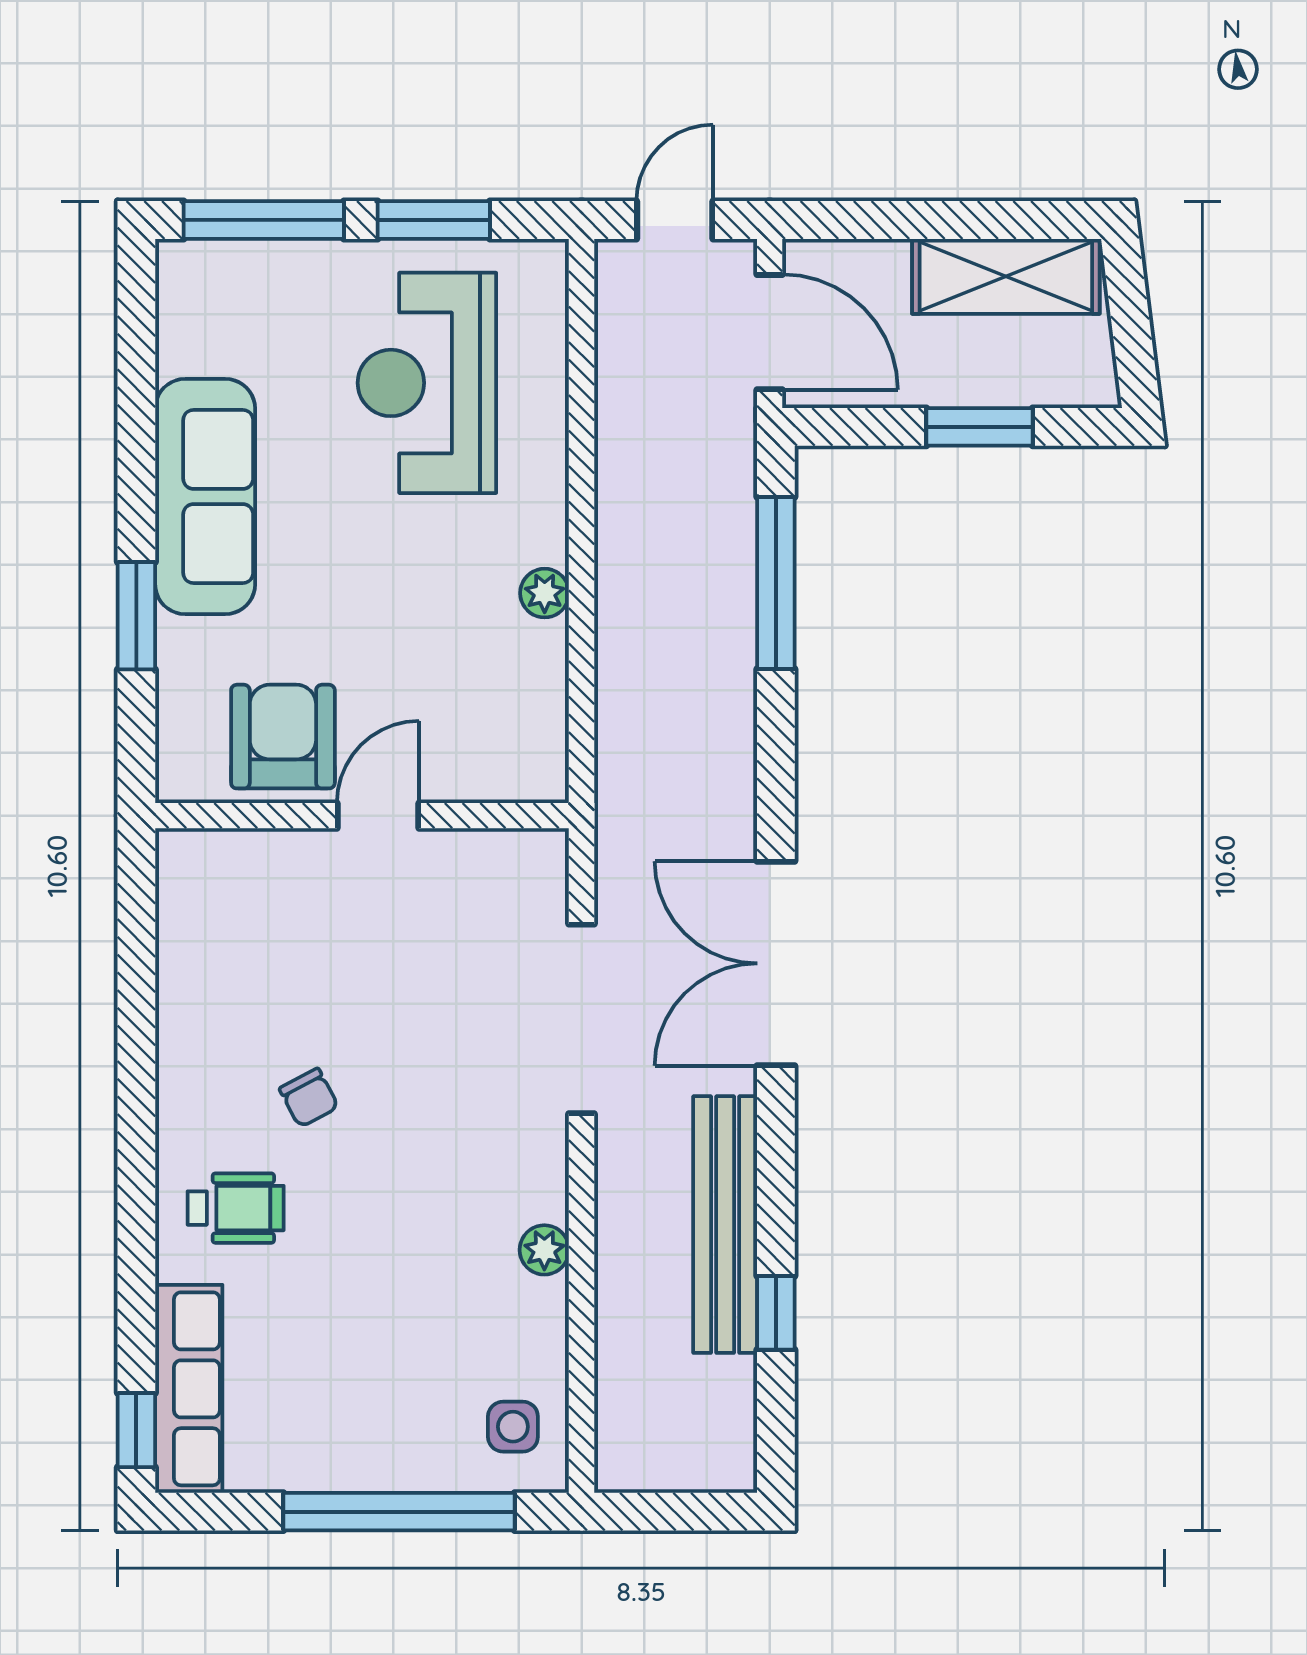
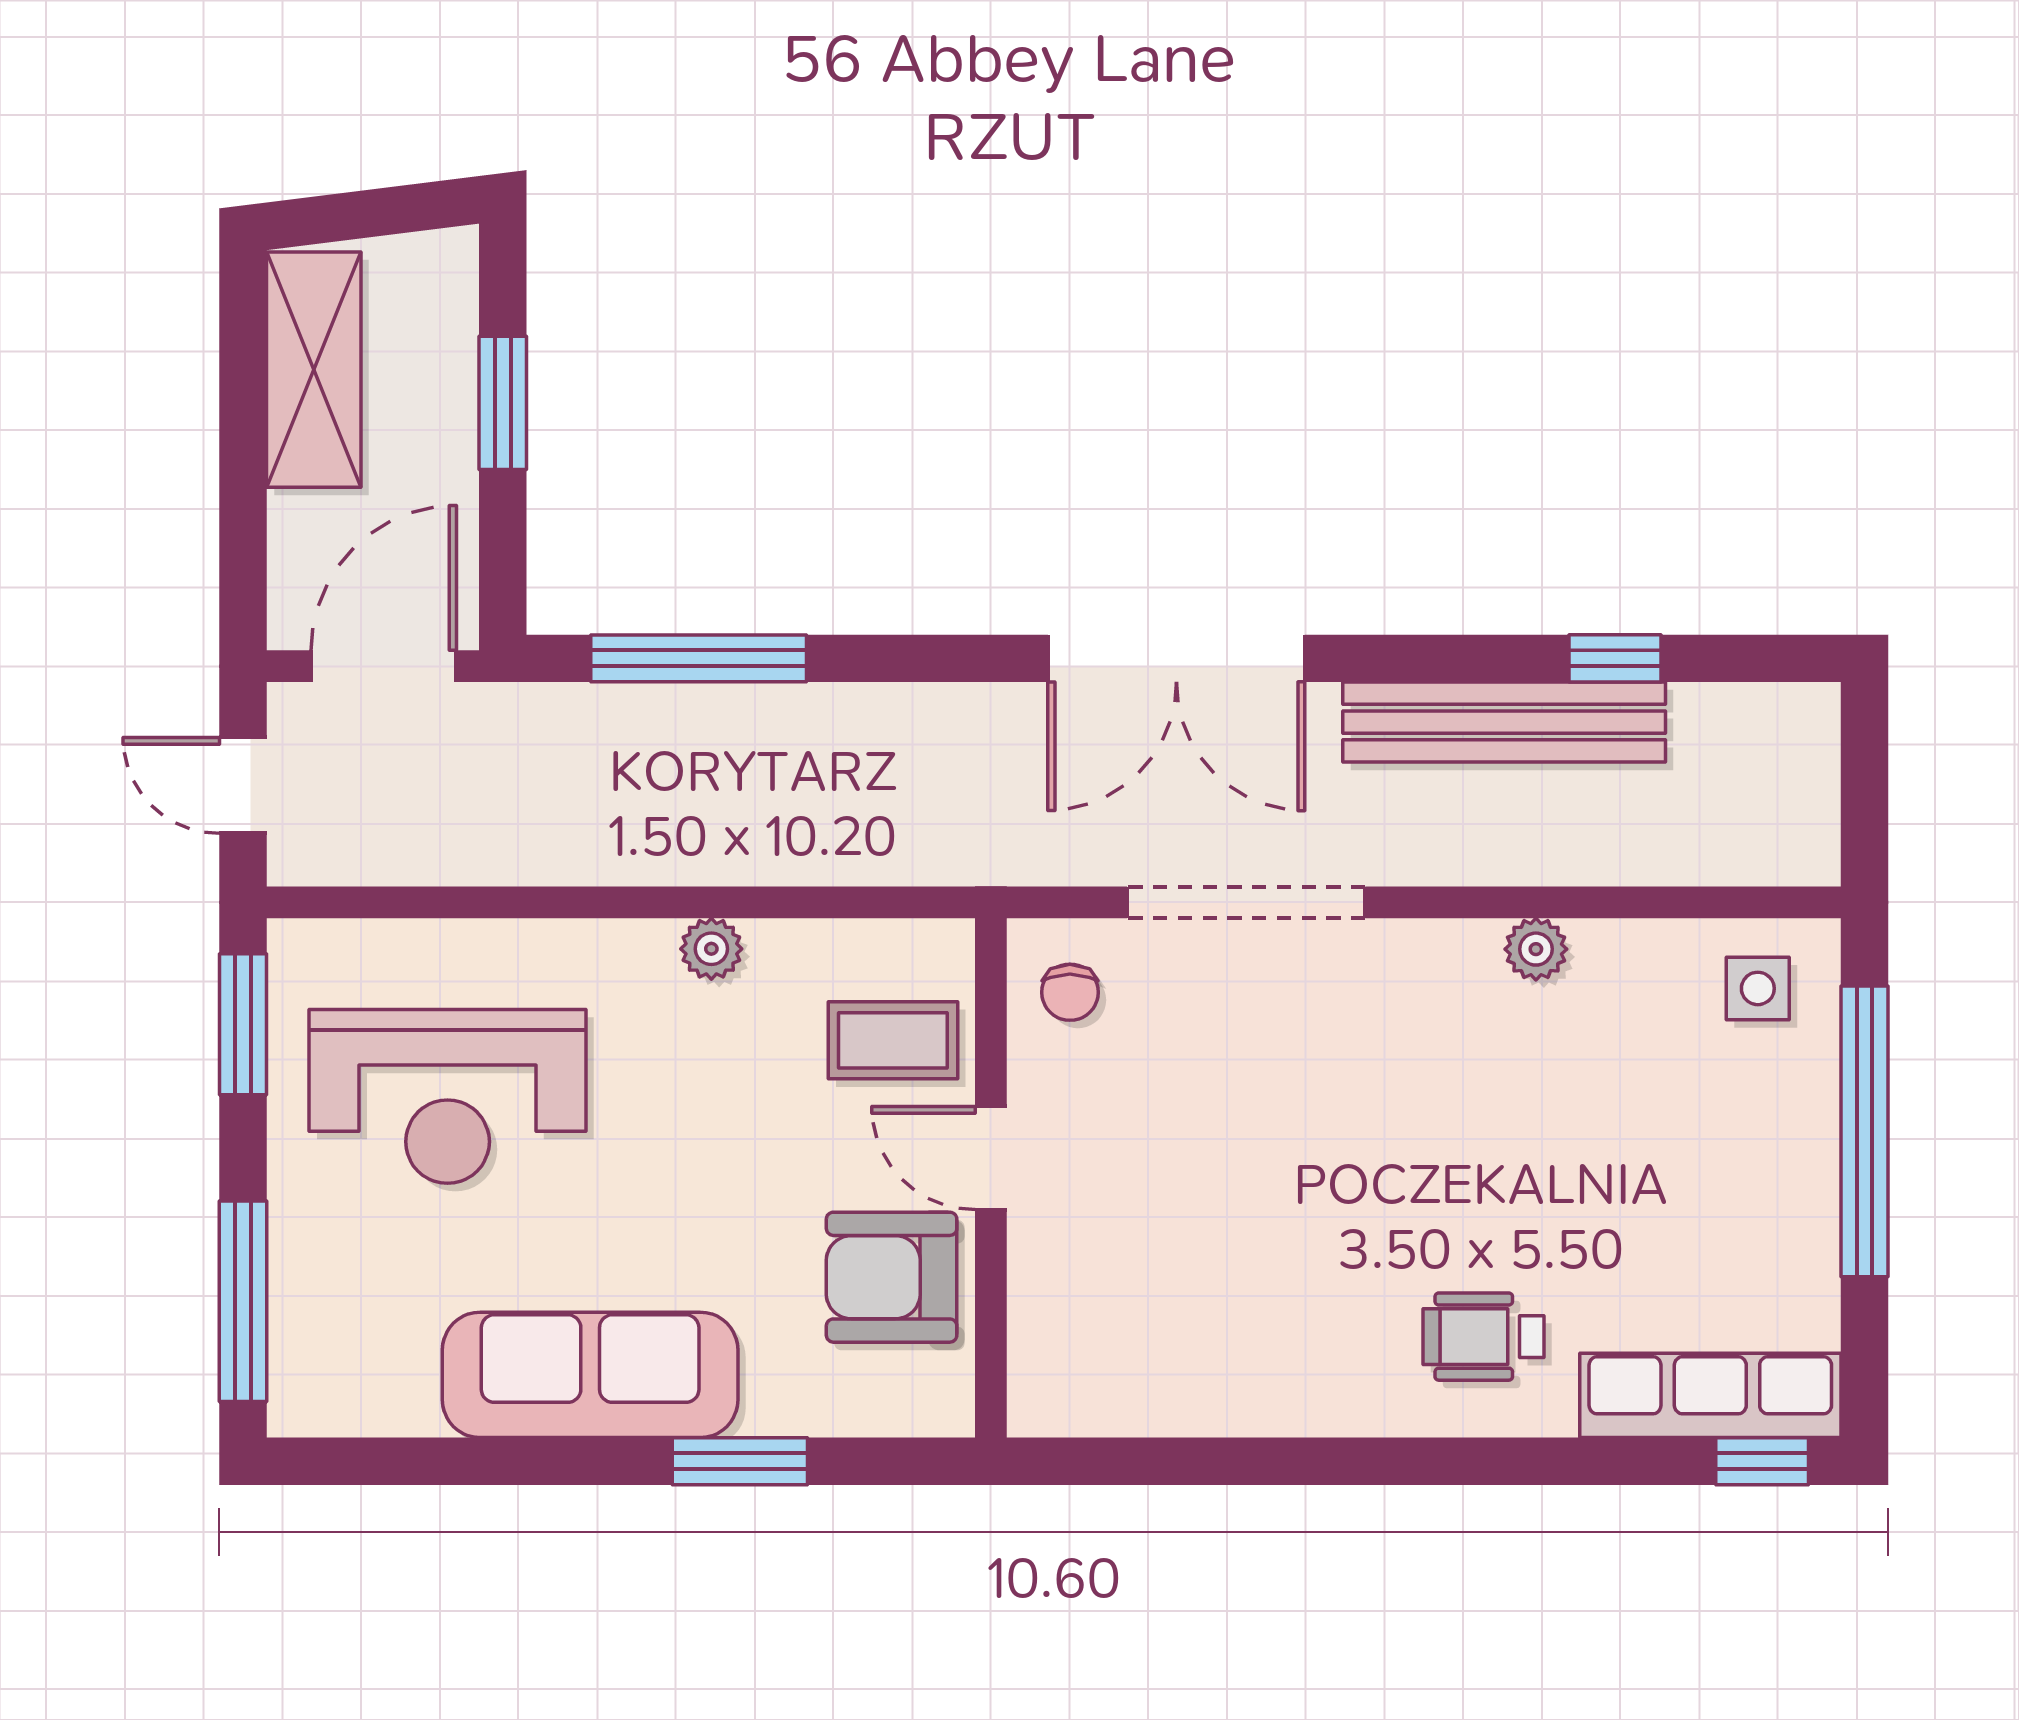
window: (434, 220) -> (243, 1024), moved
coffee table: (472, 738) -> (893, 1040), added
chair: (309, 1098) -> (1070, 992), moved, turned 118
wheelchair: (236, 1208) -> (1483, 1337), turned -90

